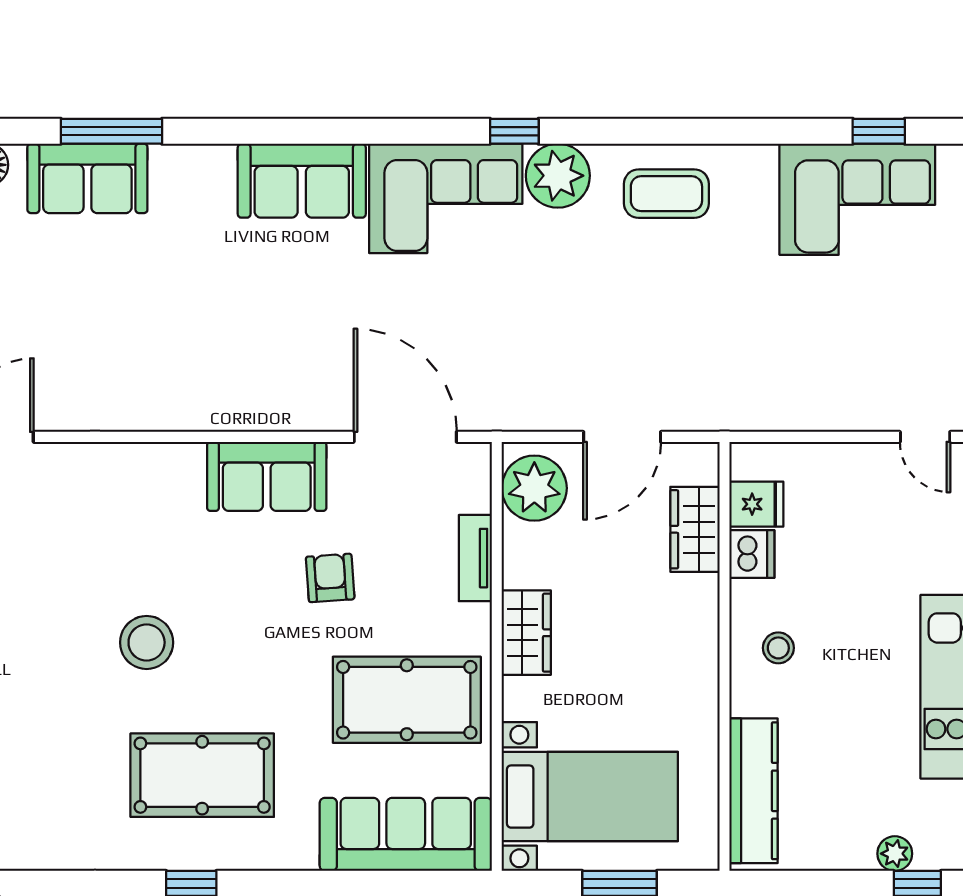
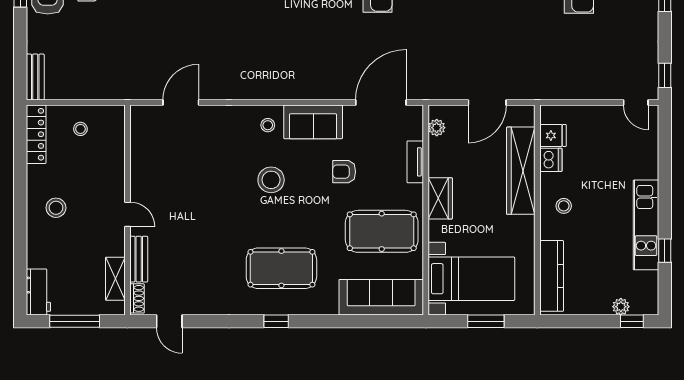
door: (405, 437) -> (381, 103), hinge flipped
stool: (174, 483) -> (268, 125), added
plant: (534, 488) -> (437, 128), width x0.53, depth x0.53
wardrobe: (695, 529) -> (521, 171), width x2.10, depth x1.17
armchair: (330, 578) -> (344, 172), turned -86
stool: (147, 642) -> (271, 180), moved

